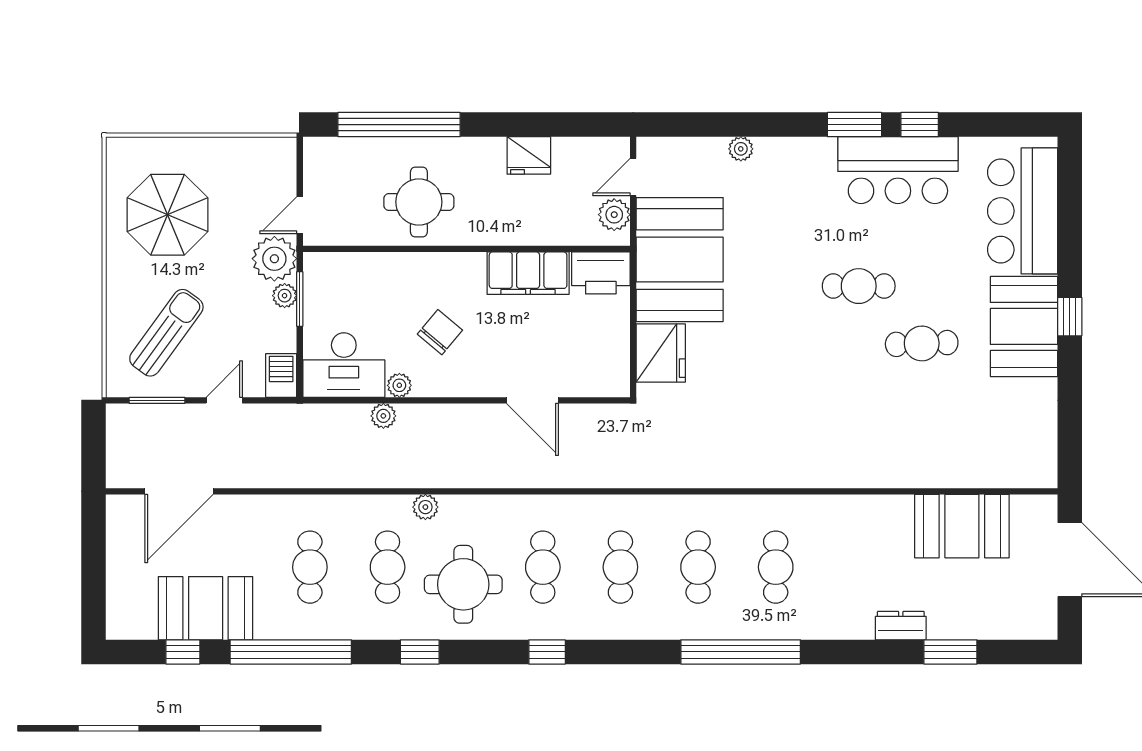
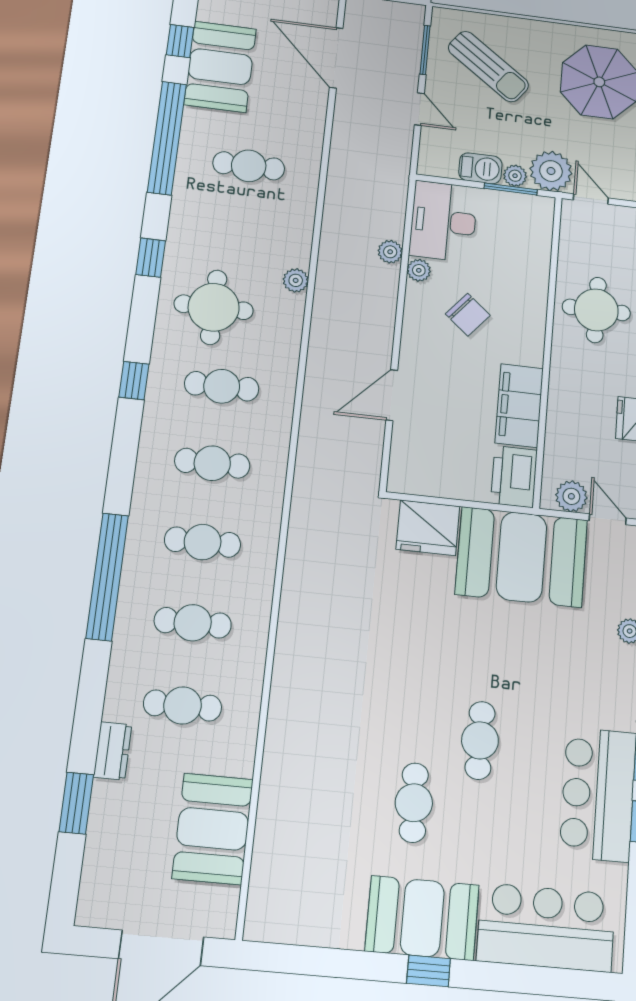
barbecue: (281, 375) -> (480, 168), moved
cafe table: (388, 567) -> (183, 705), moved

